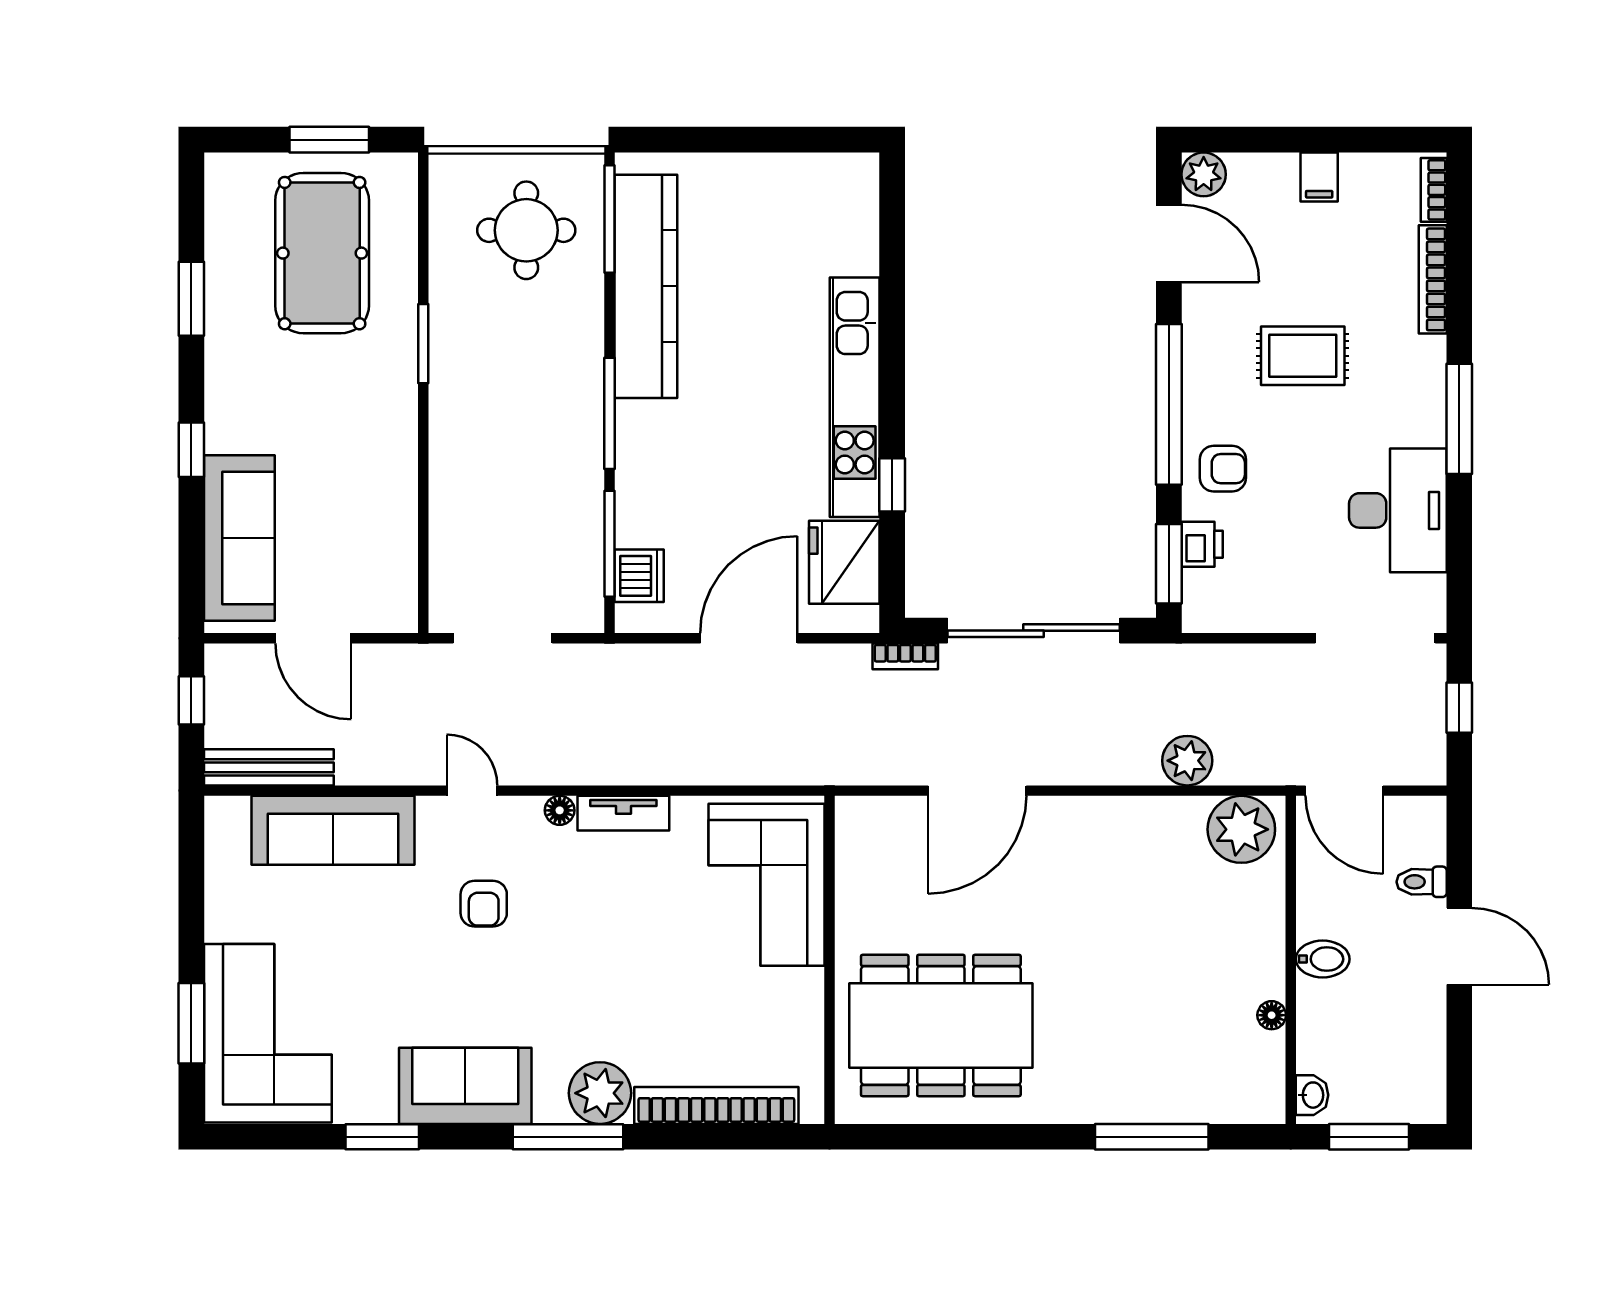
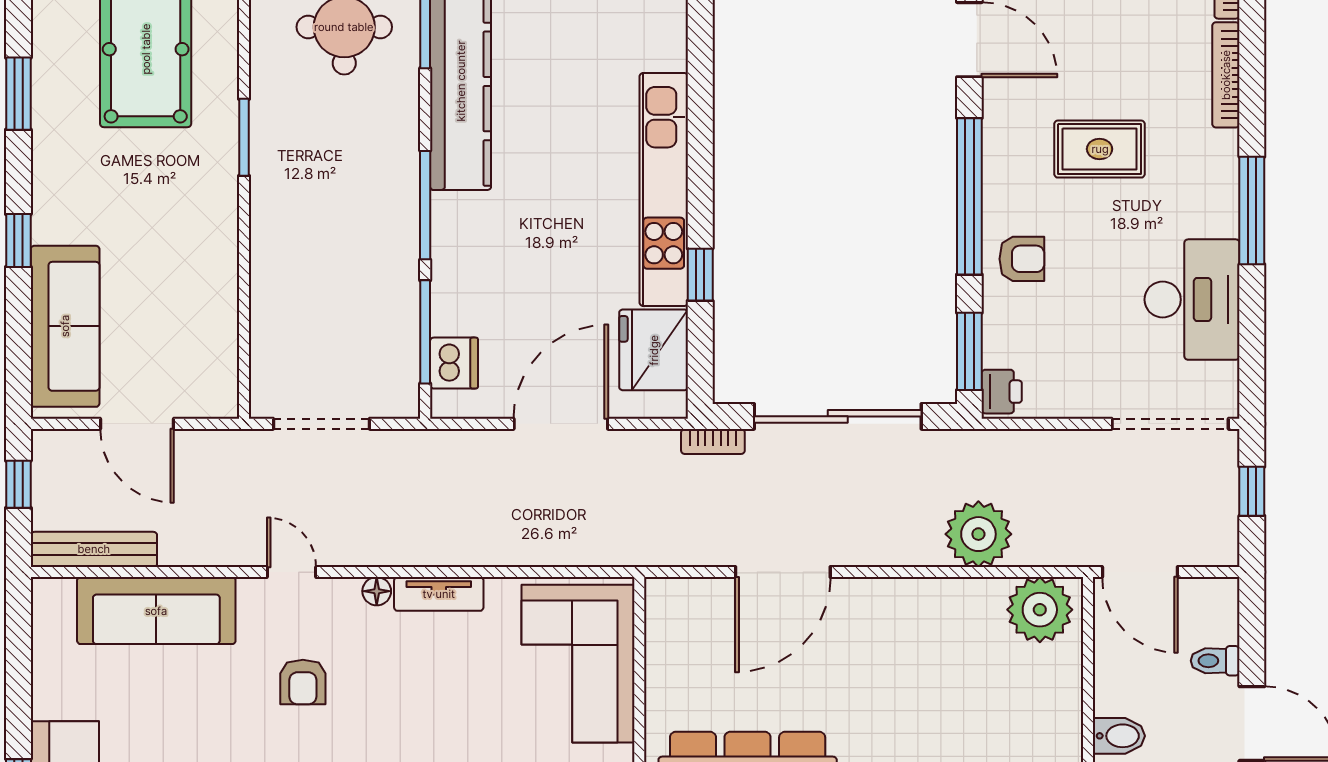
printer: (1202, 544) -> (1002, 392), moved
plant: (1187, 761) -> (978, 534), width x1.36, depth x1.36

